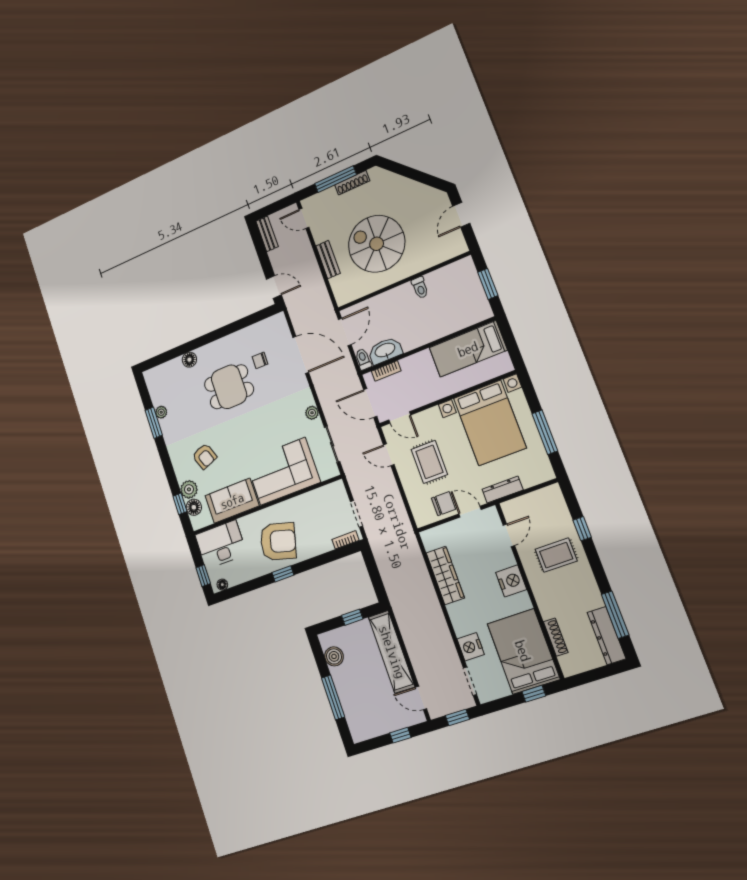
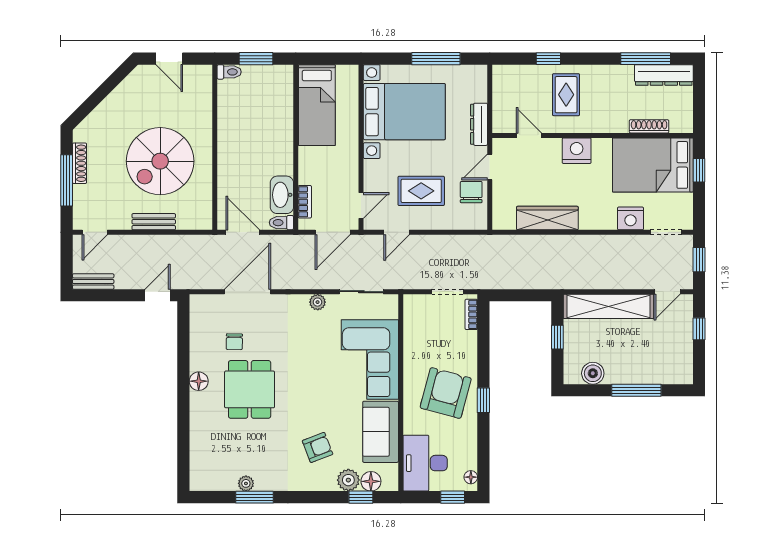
toilet: (420, 288) -> (229, 72), moved
floor lamp: (189, 360) -> (199, 381), moved

